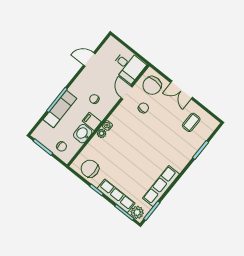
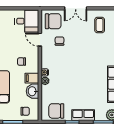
chair: (152, 85) -> (53, 21), turned -90
row of seats: (116, 196) -> (83, 115), width x0.68

